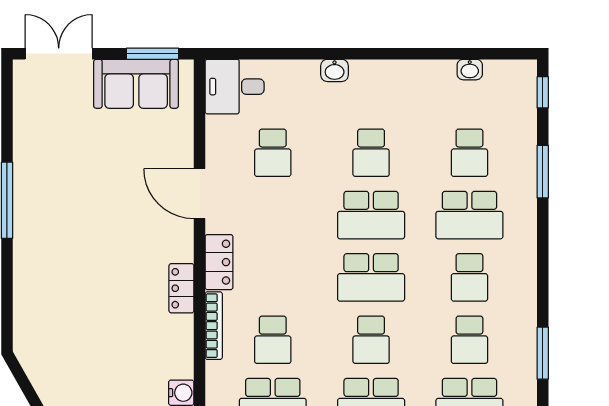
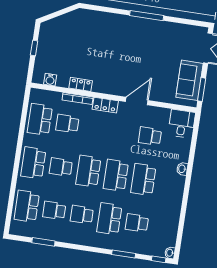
washbasin: (470, 70) -> (170, 253), moved
school desk: (371, 153) -> (143, 179), width x1.85
locker: (181, 288) -> (81, 84), moved

